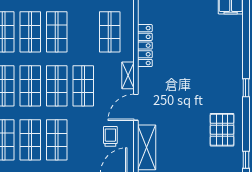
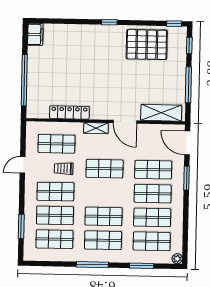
shop shelf: (57, 86) -> (153, 170), moved
pallet: (222, 130) -> (147, 45), width x1.37, depth x1.41
trolley: (110, 136) -> (64, 169), moved

